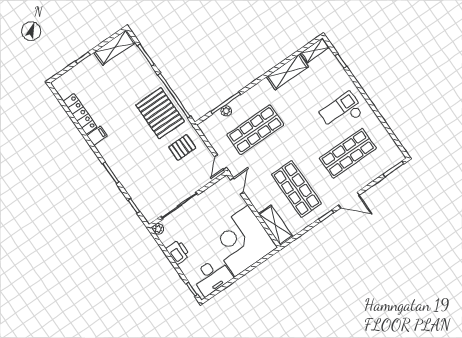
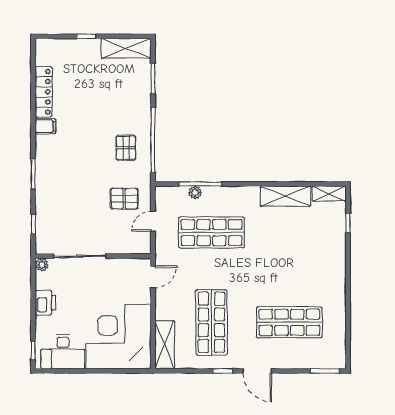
checkout: (342, 112) -> (312, 276), removed
pallet: (160, 113) -> (126, 148), width x0.49, depth x0.50
door: (220, 162) -> (153, 221), moved

